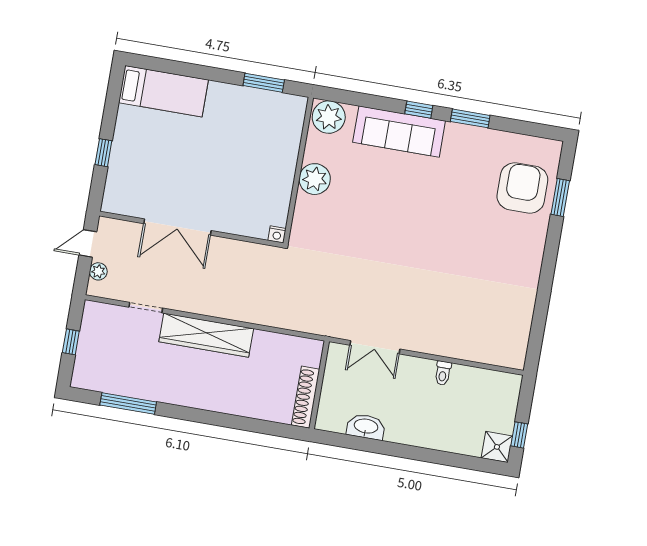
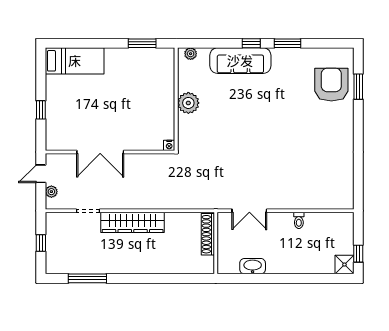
plant: (329, 117) -> (191, 54), width x0.53, depth x0.53
shoe rack: (306, 397) -> (208, 234), moved

